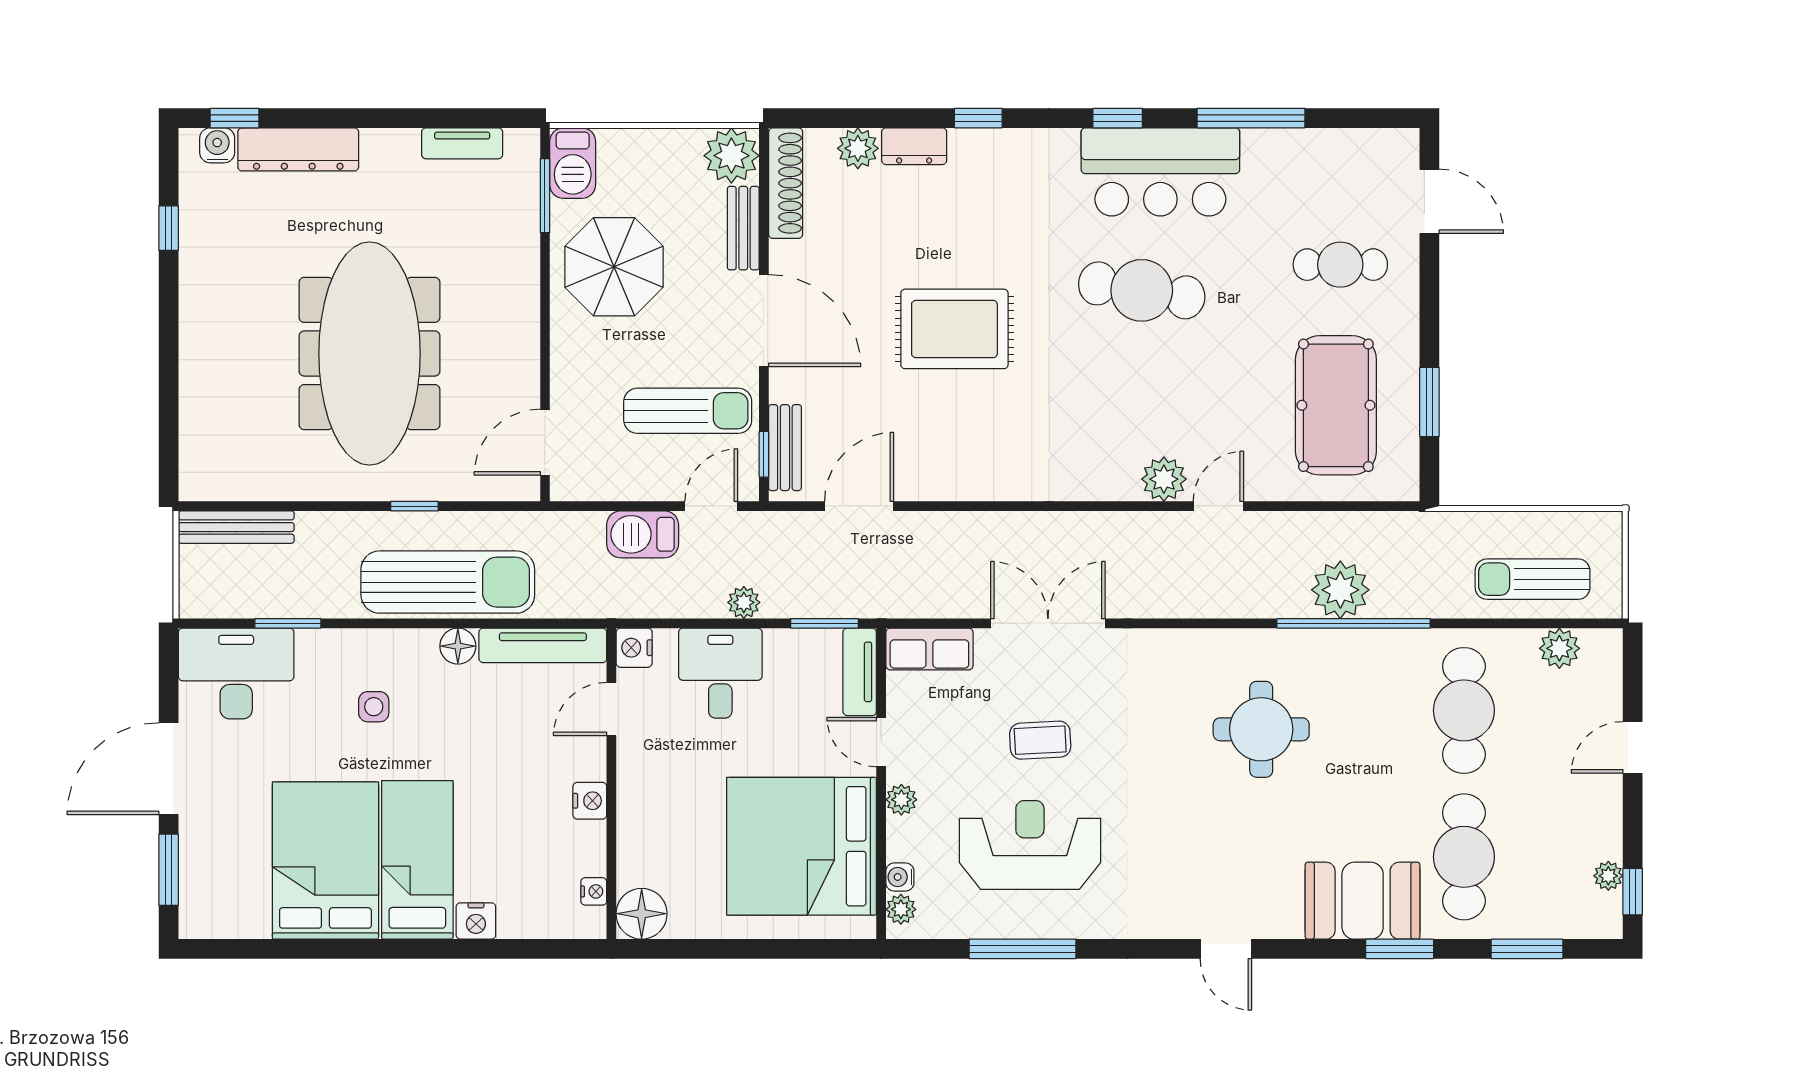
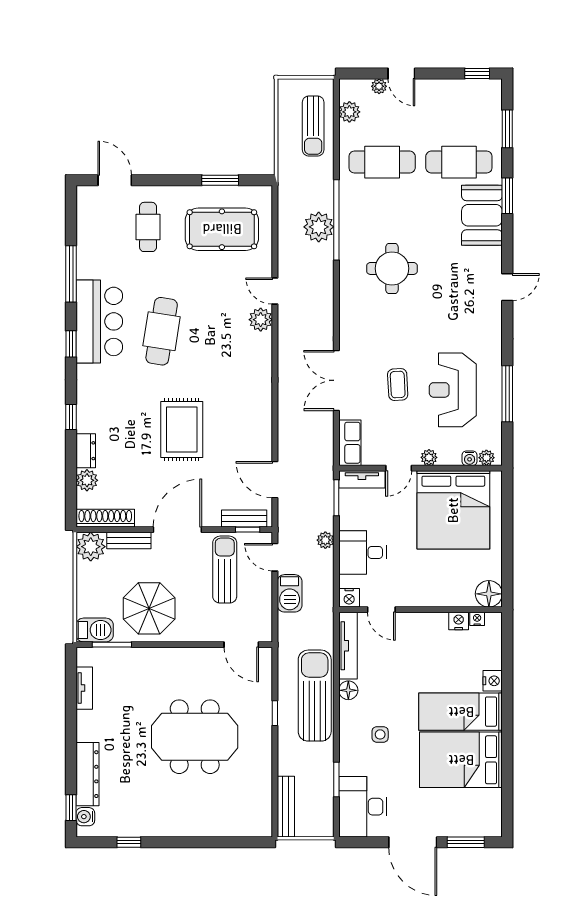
door: (1429, 201) -> (115, 180), hinge flipped
meeting table: (369, 354) -> (195, 737), width x0.73
nightstand: (590, 801) -> (459, 621), moved
plant: (1608, 876) -> (379, 86), moved

